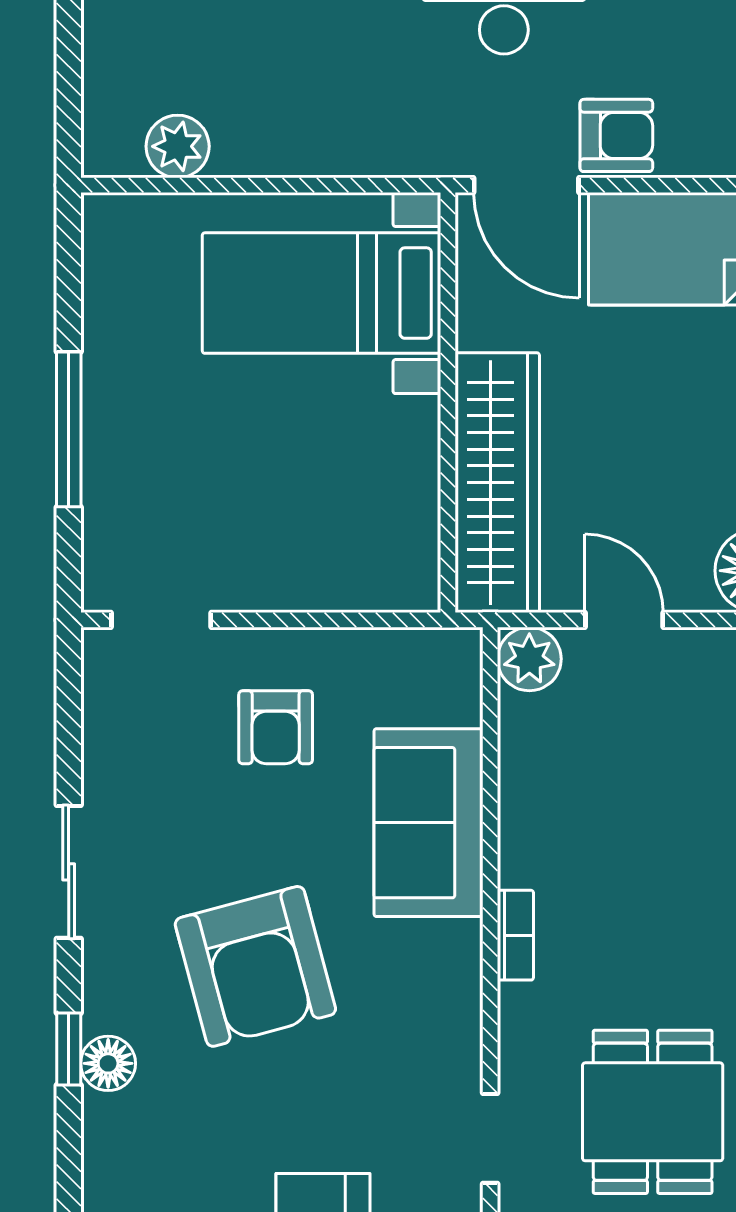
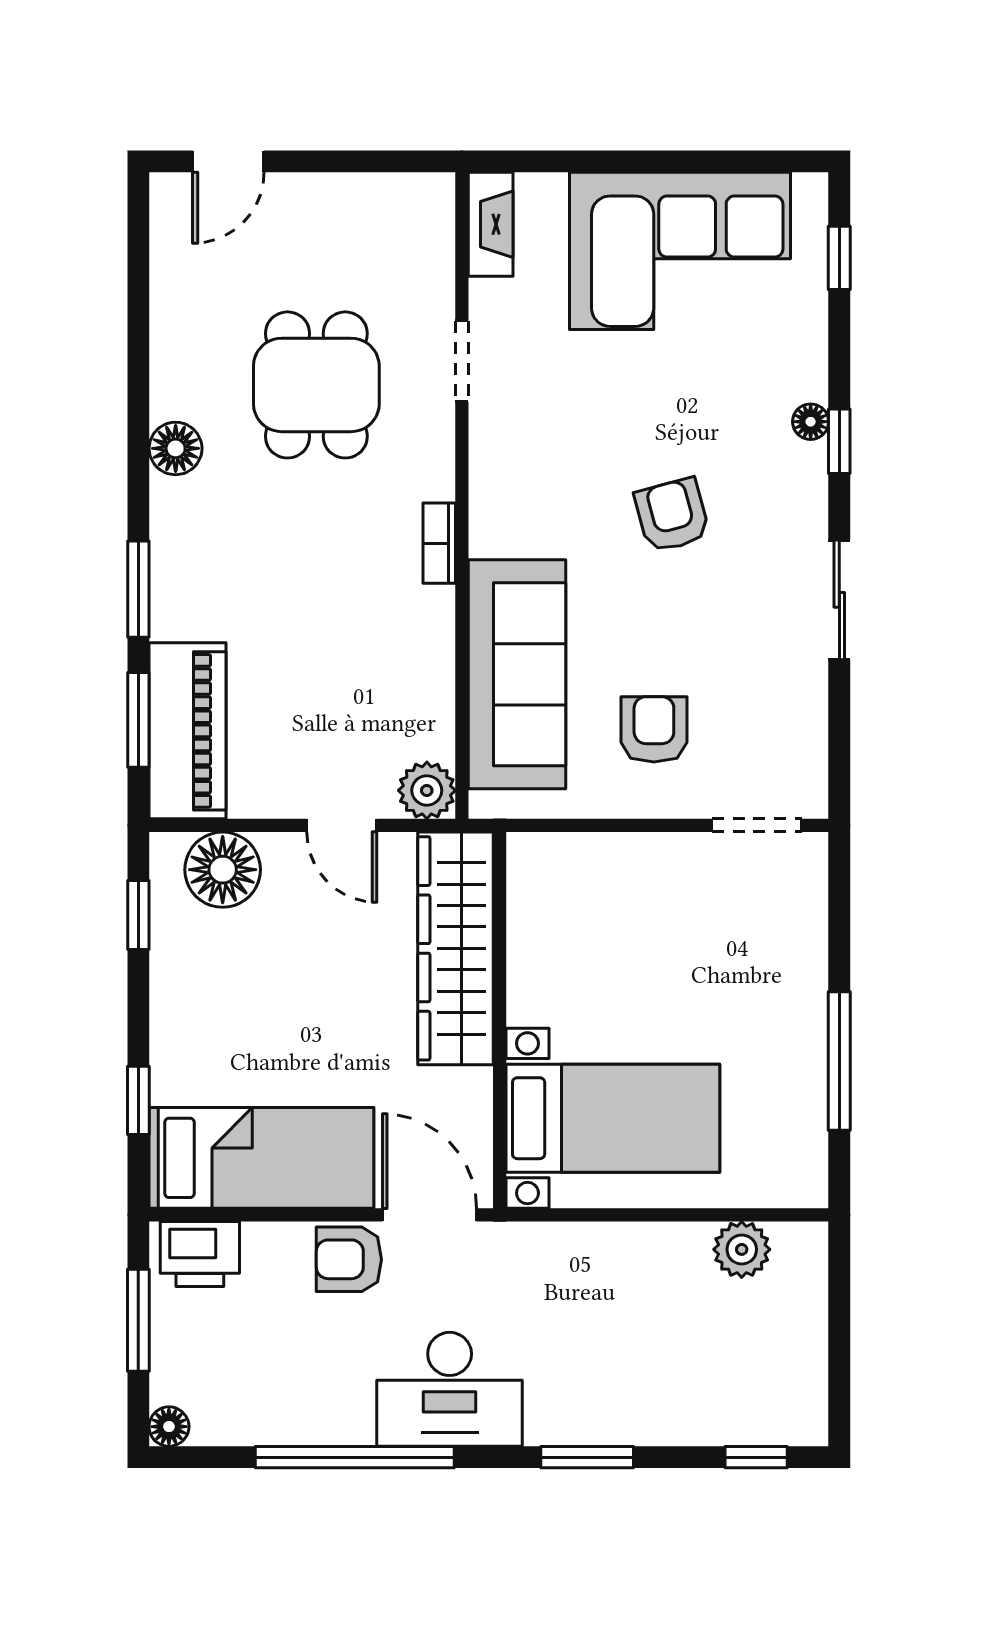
window: (69, 429) -> (839, 1061), moved
sofa: (429, 823) -> (517, 674), width x1.36
armchair: (255, 966) -> (672, 515), width x0.53, depth x0.53
floor lamp: (108, 1063) -> (811, 422), width x0.73, depth x0.73

